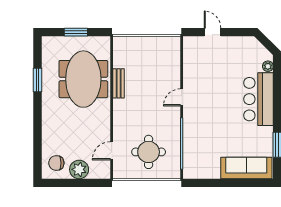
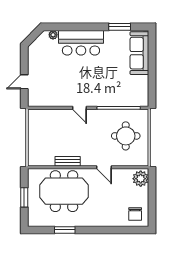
door: (112, 151) -> (104, 167), moved
plant: (79, 169) -> (141, 179), moved

